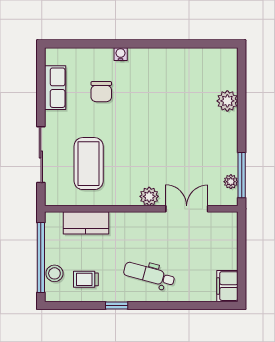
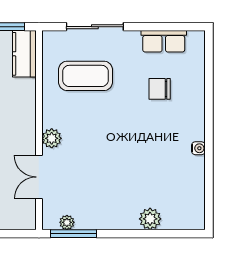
water cooler: (121, 54) -> (198, 148), moved
double door: (187, 209) -> (39, 177), swing flipped
kitchen counter: (86, 223) -> (24, 54), moved

